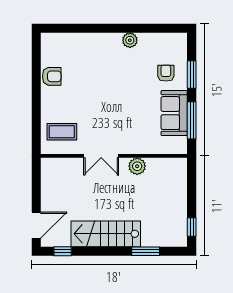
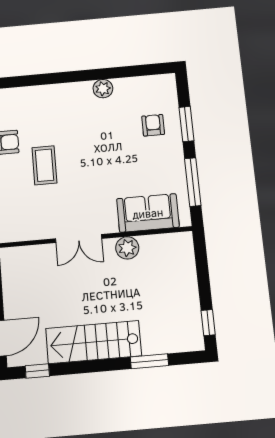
sofa: (174, 113) -> (148, 213), moved, turned 90
coffee table: (62, 132) -> (44, 165), moved, turned 90

